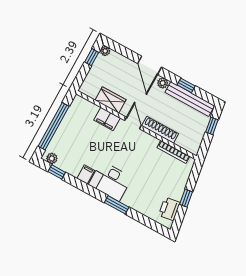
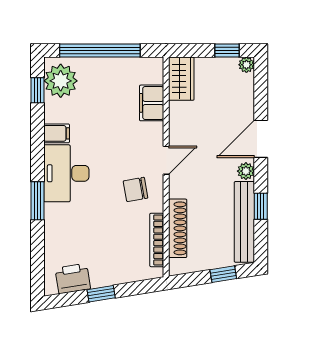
wardrobe: (111, 100) -> (181, 79), moved
filing cabinet: (107, 119) -> (152, 103), moved
shoe rack: (160, 130) -> (178, 228), moved
chair: (140, 148) -> (135, 189), added
plant: (52, 158) -> (61, 81), width x1.88, depth x1.88

